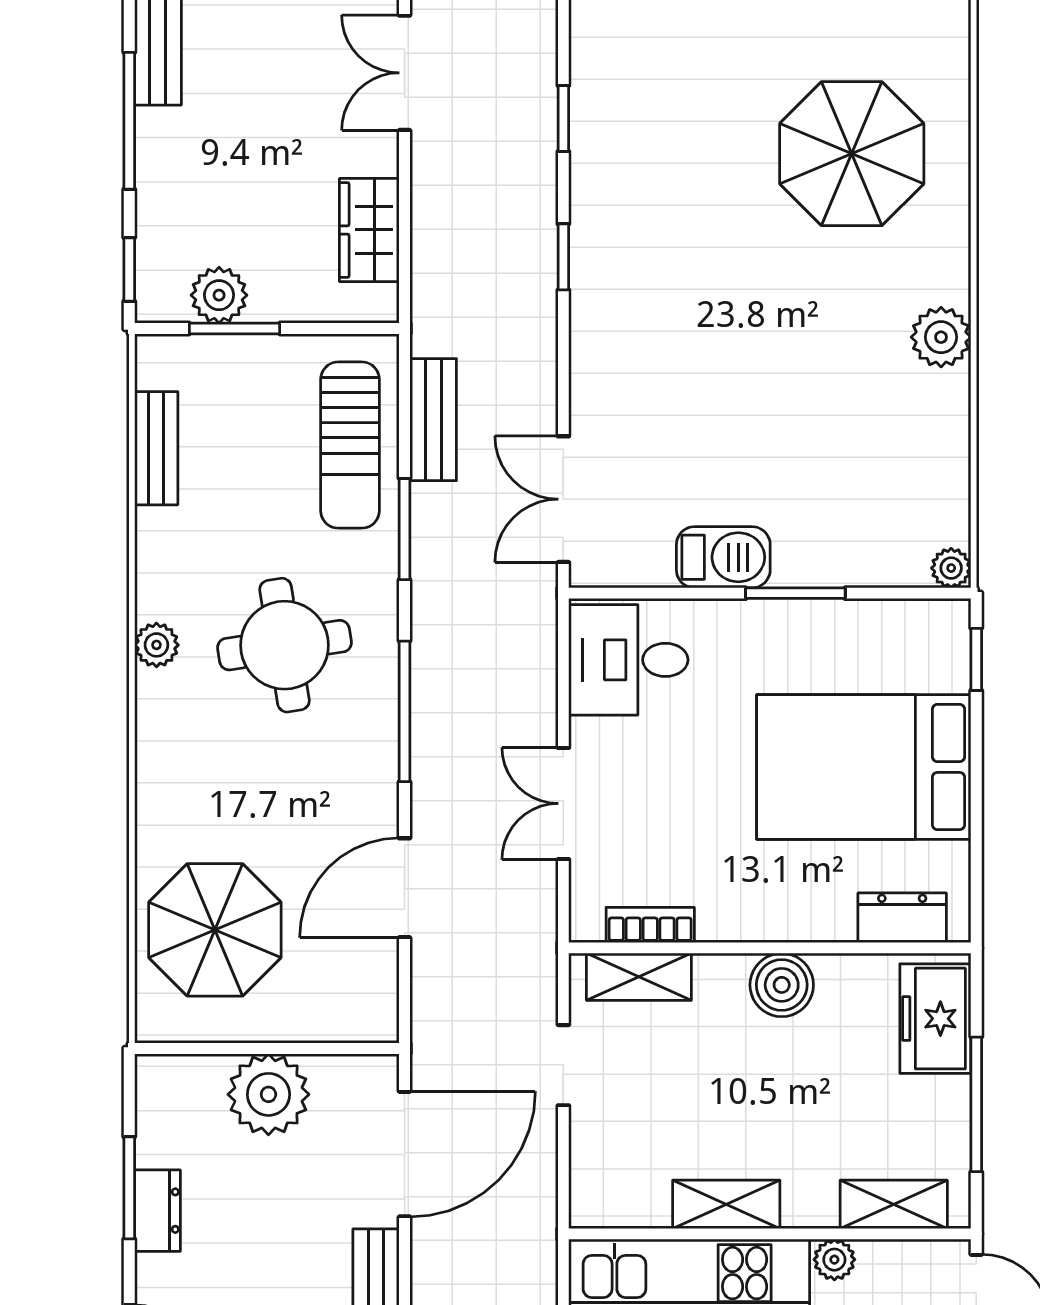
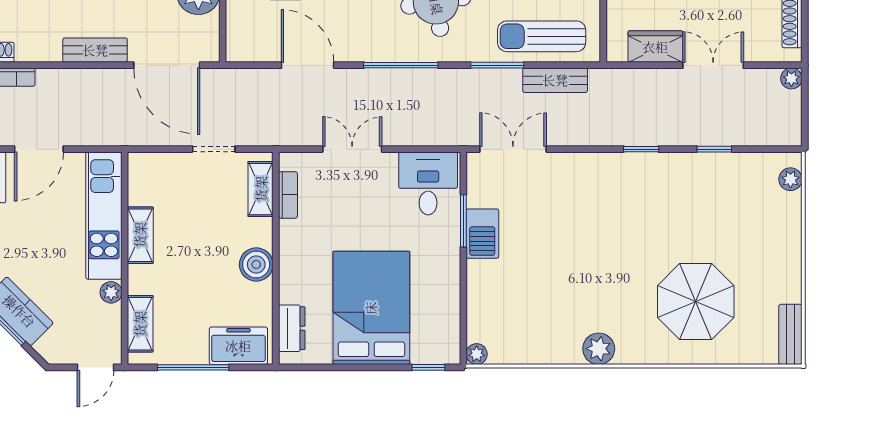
double door: (405, 73) -> (713, 65), moved
window: (795, 593) -> (463, 221), moved

